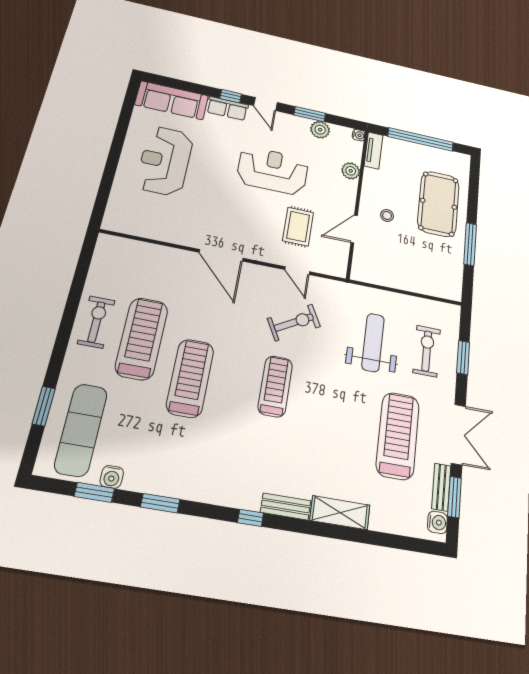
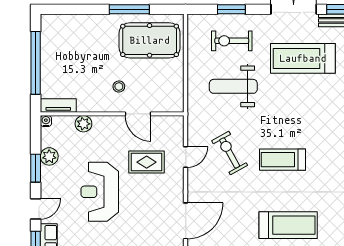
pool table: (438, 204) -> (150, 40), moved
treadmill: (190, 378) -> (288, 225), turned 180

